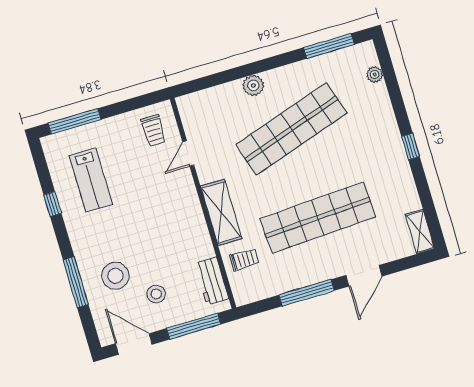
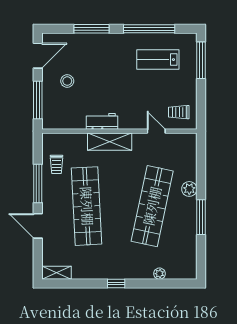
window: (329, 46) -> (201, 217), moved
plant: (375, 74) -> (159, 274), moved
shop shelf: (291, 129) -> (152, 206), turned 30
window: (53, 204) -> (149, 29), width x3.17
trolley: (244, 260) -> (56, 164), moved
stool: (115, 276) -> (88, 57), removed
workbench: (212, 281) -> (102, 121), moved

